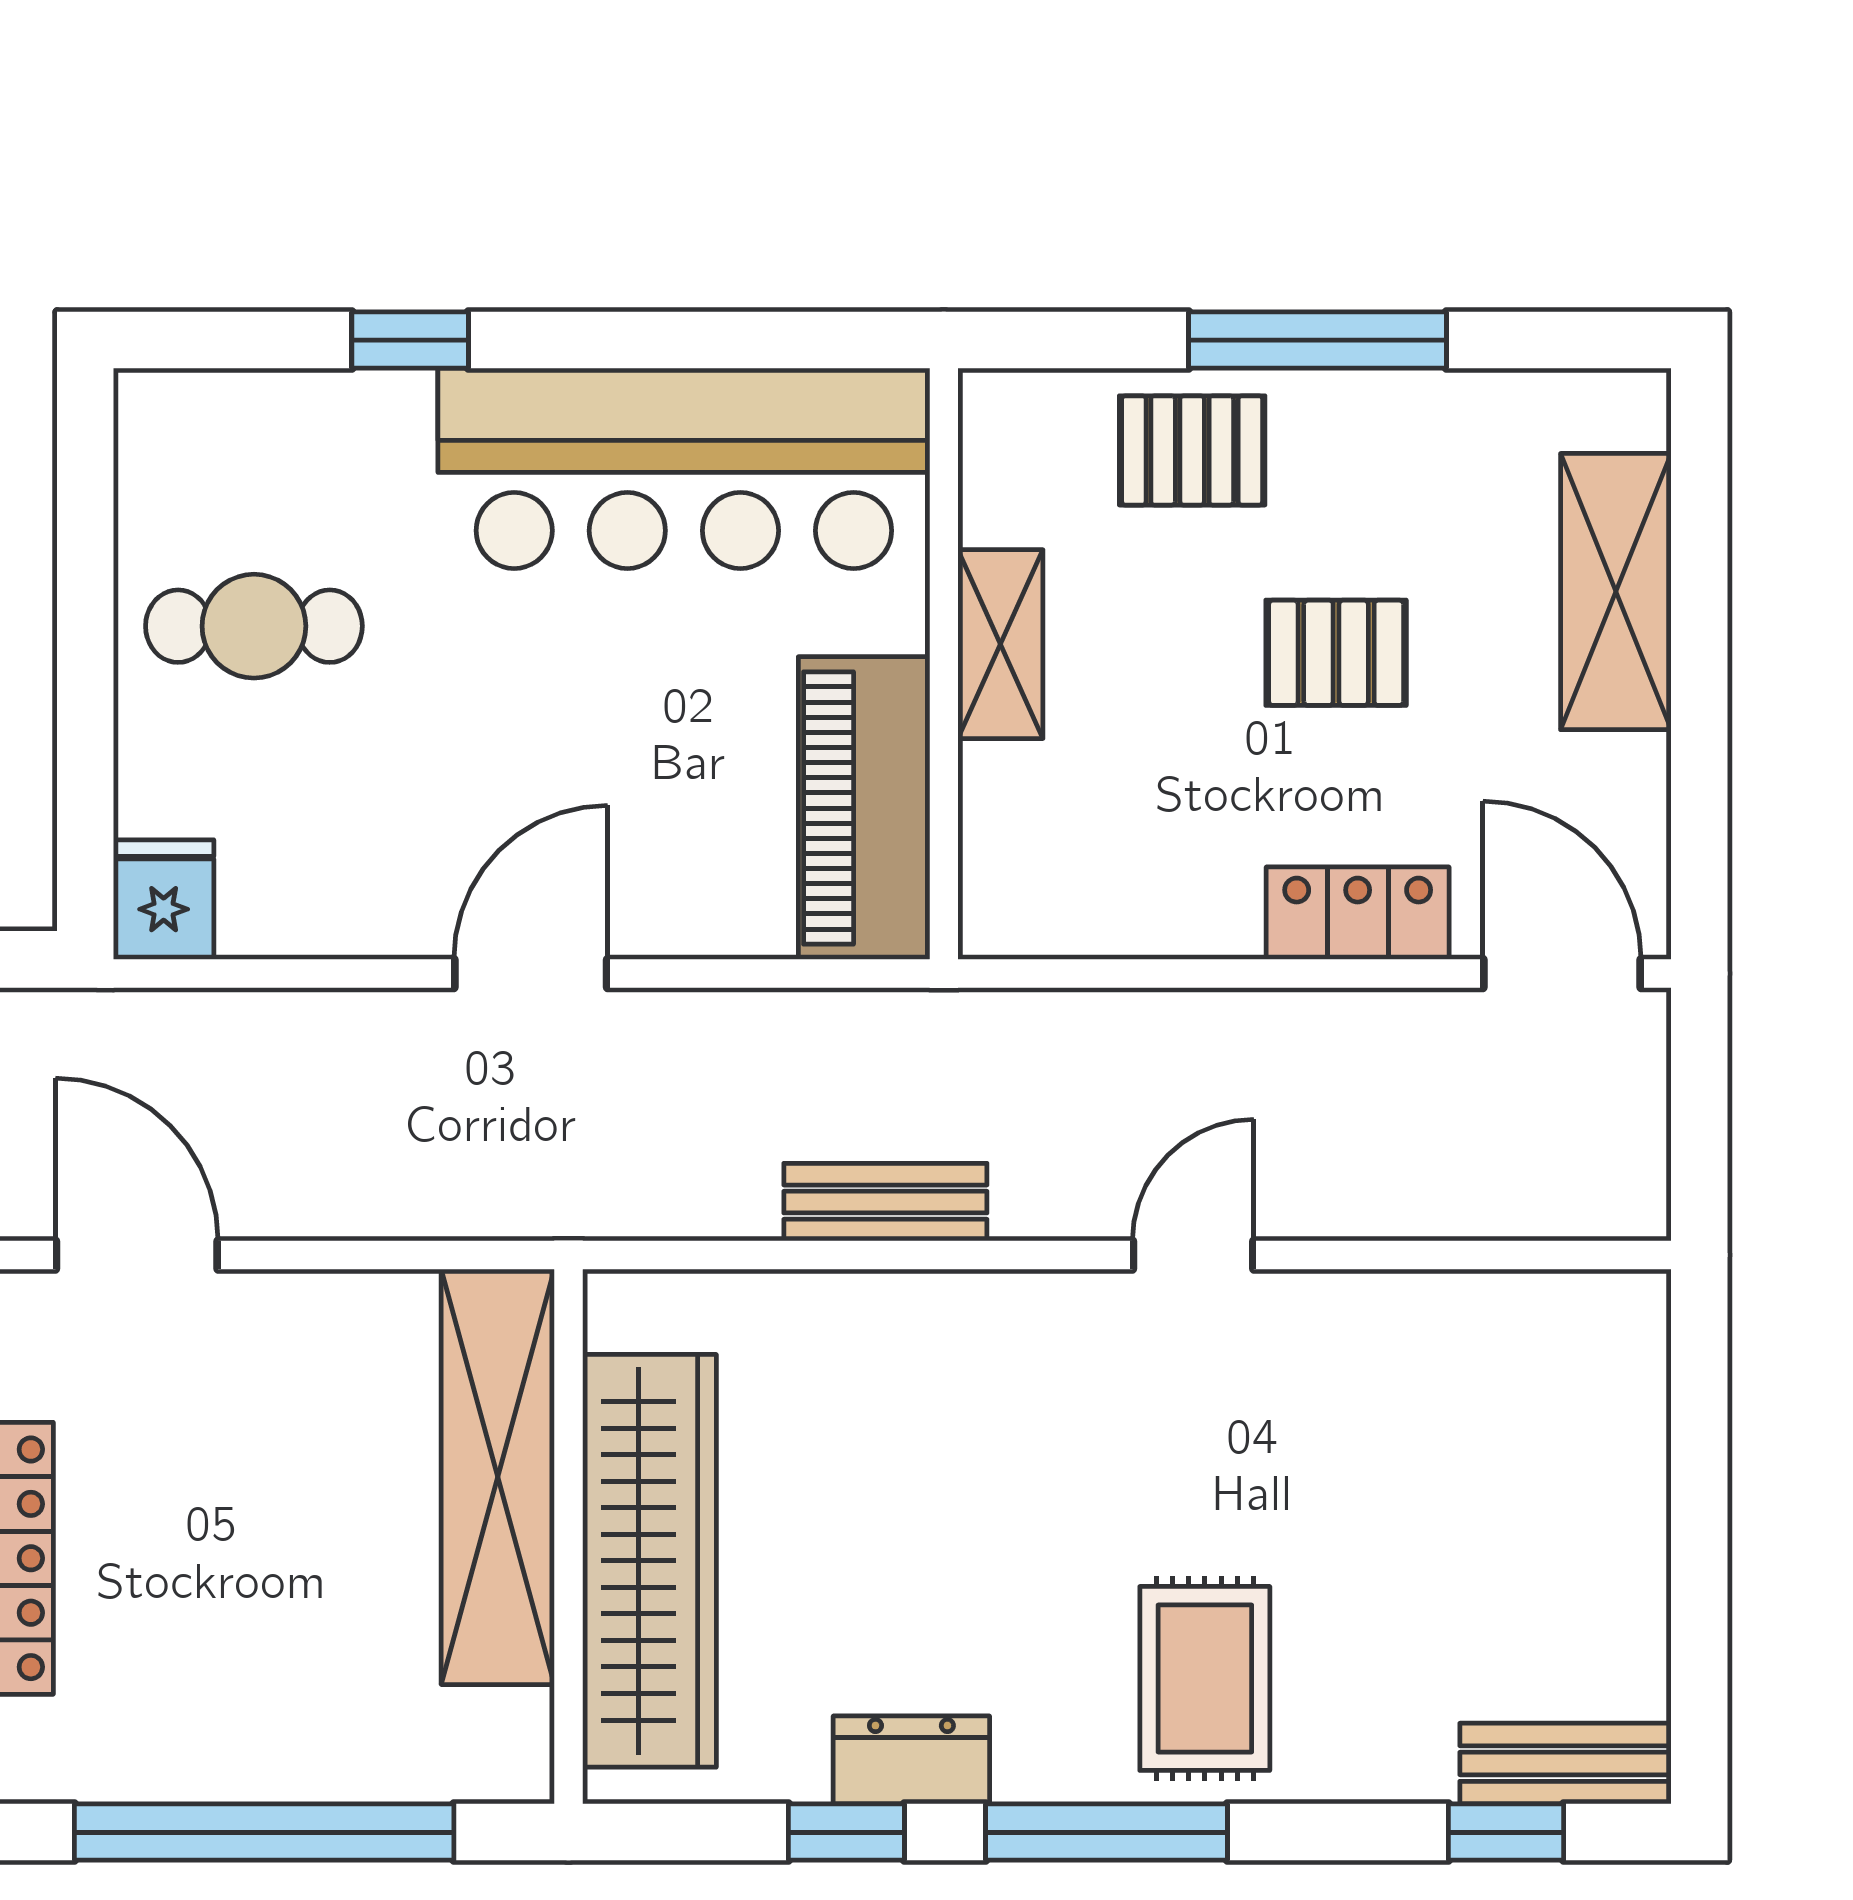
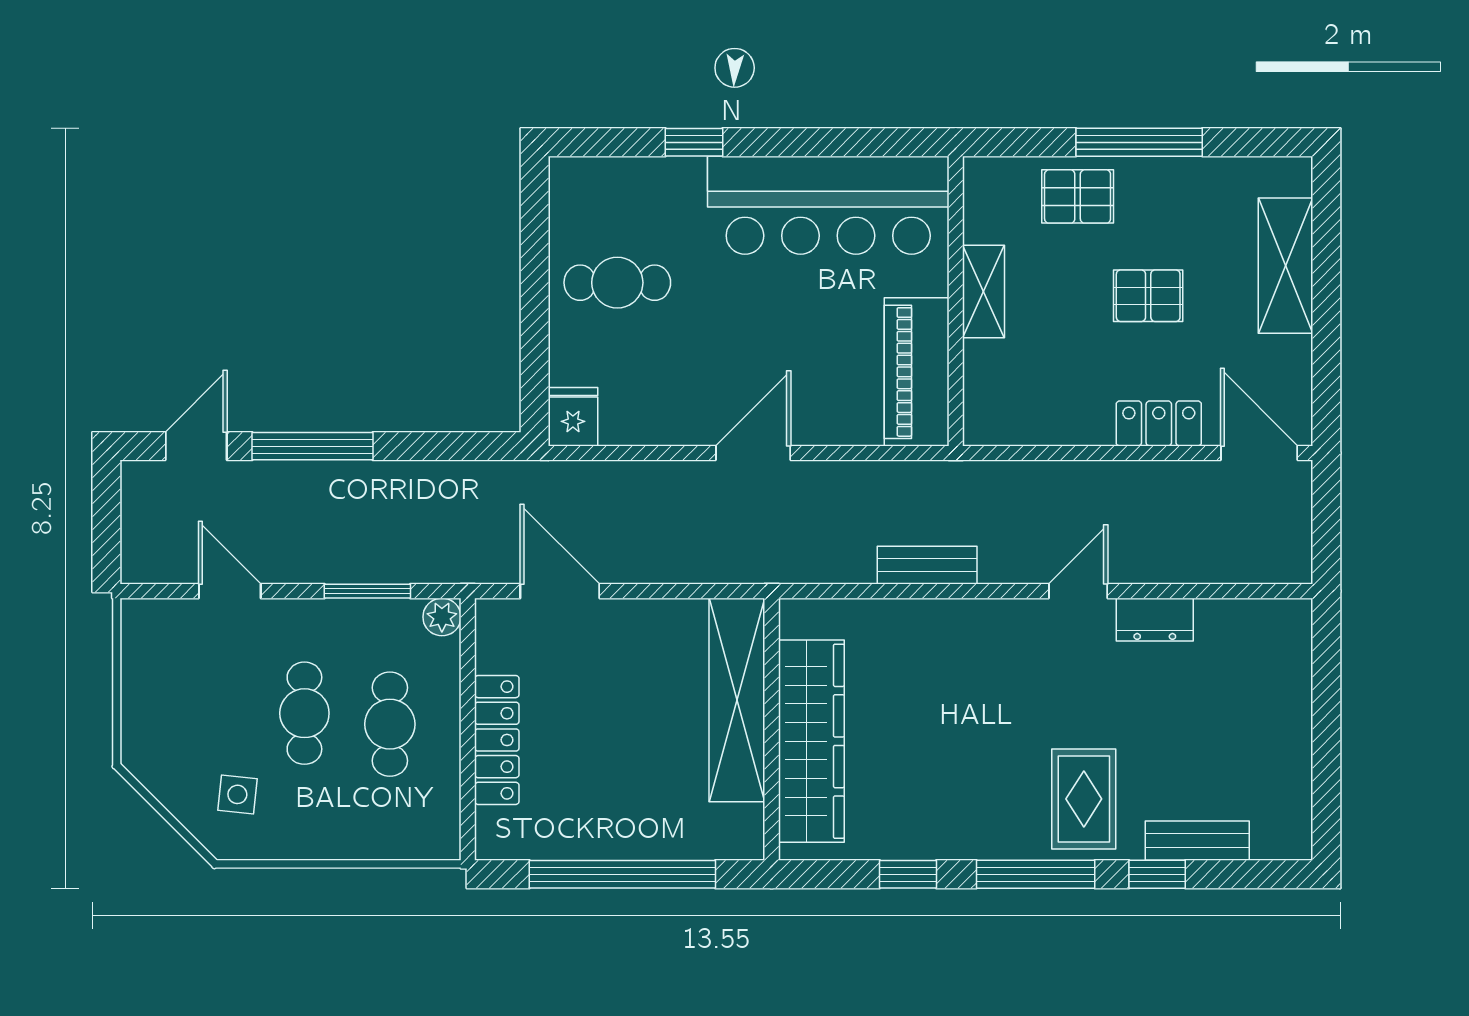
dresser: (911, 1760) -> (1155, 620), moved, turned 180
bench: (1565, 1764) -> (1197, 841), moved
window: (1506, 1832) -> (1157, 874), moved

